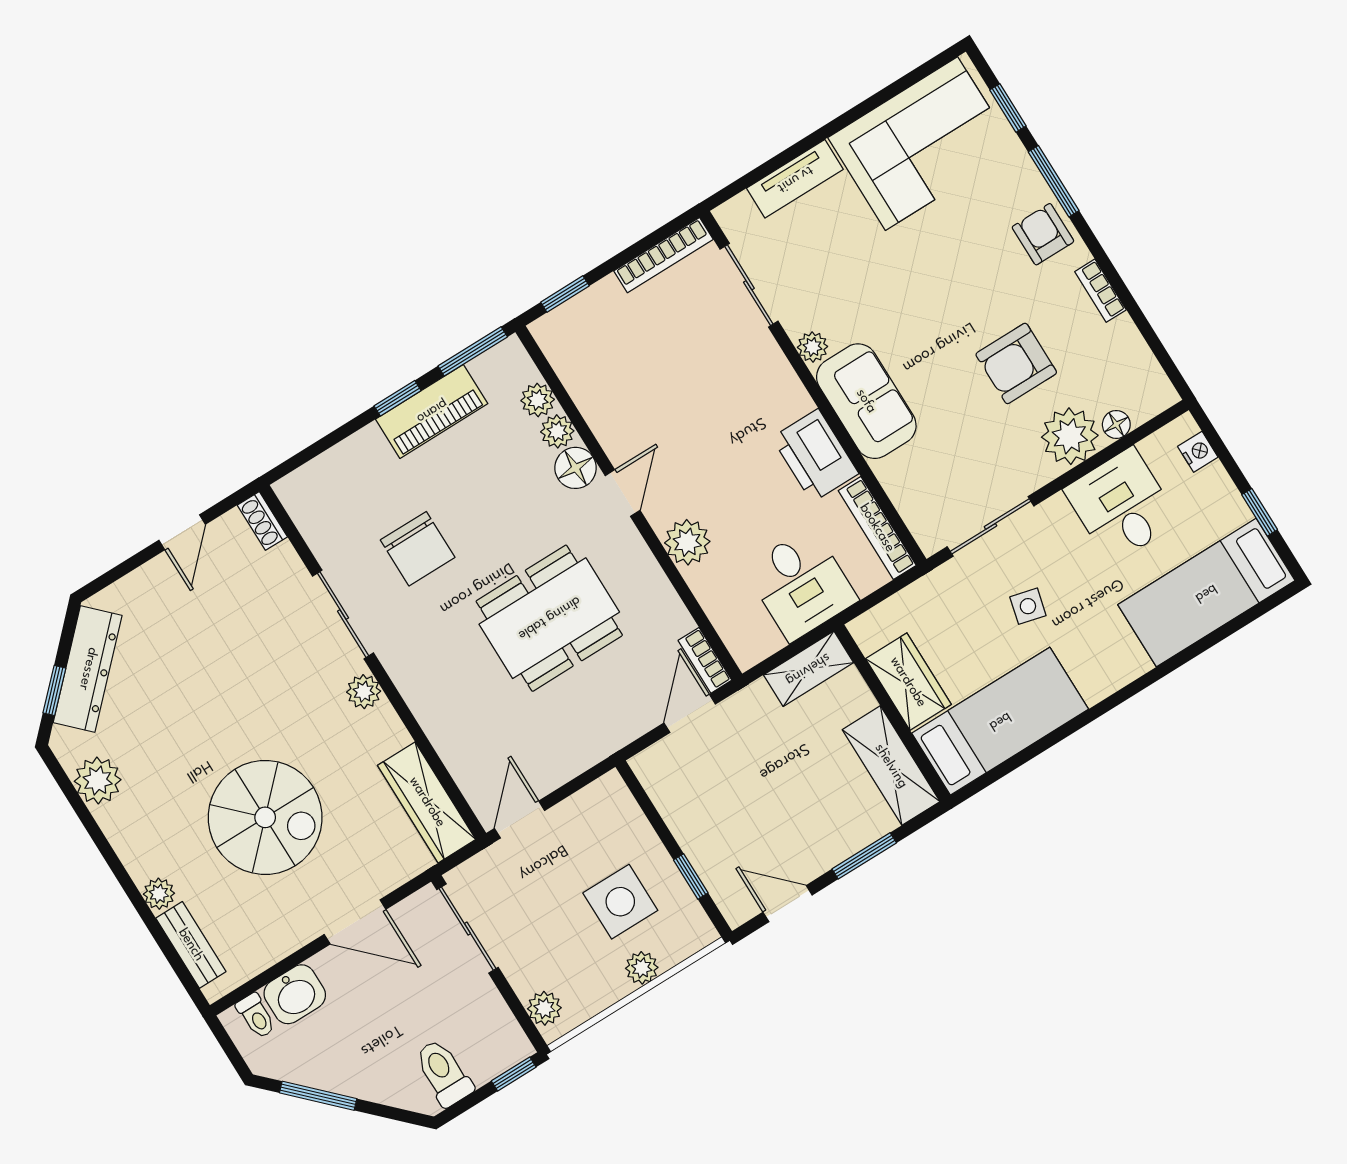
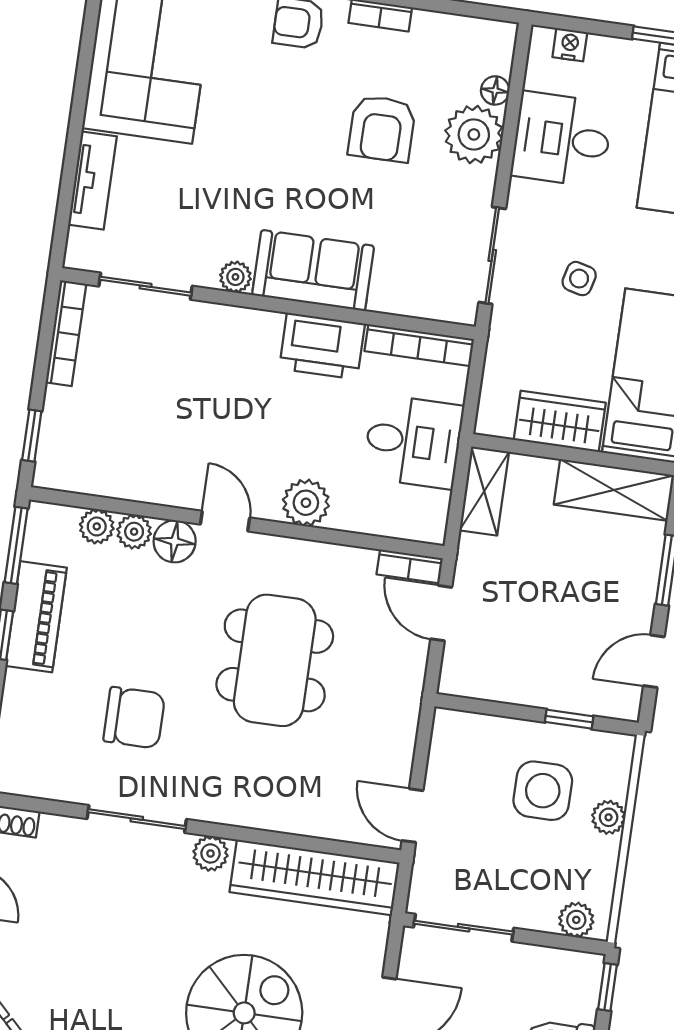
wardrobe: (427, 802) -> (314, 877), width x1.40, depth x1.17

